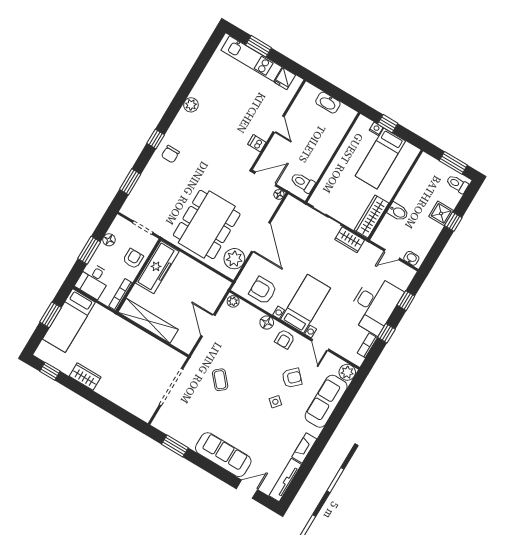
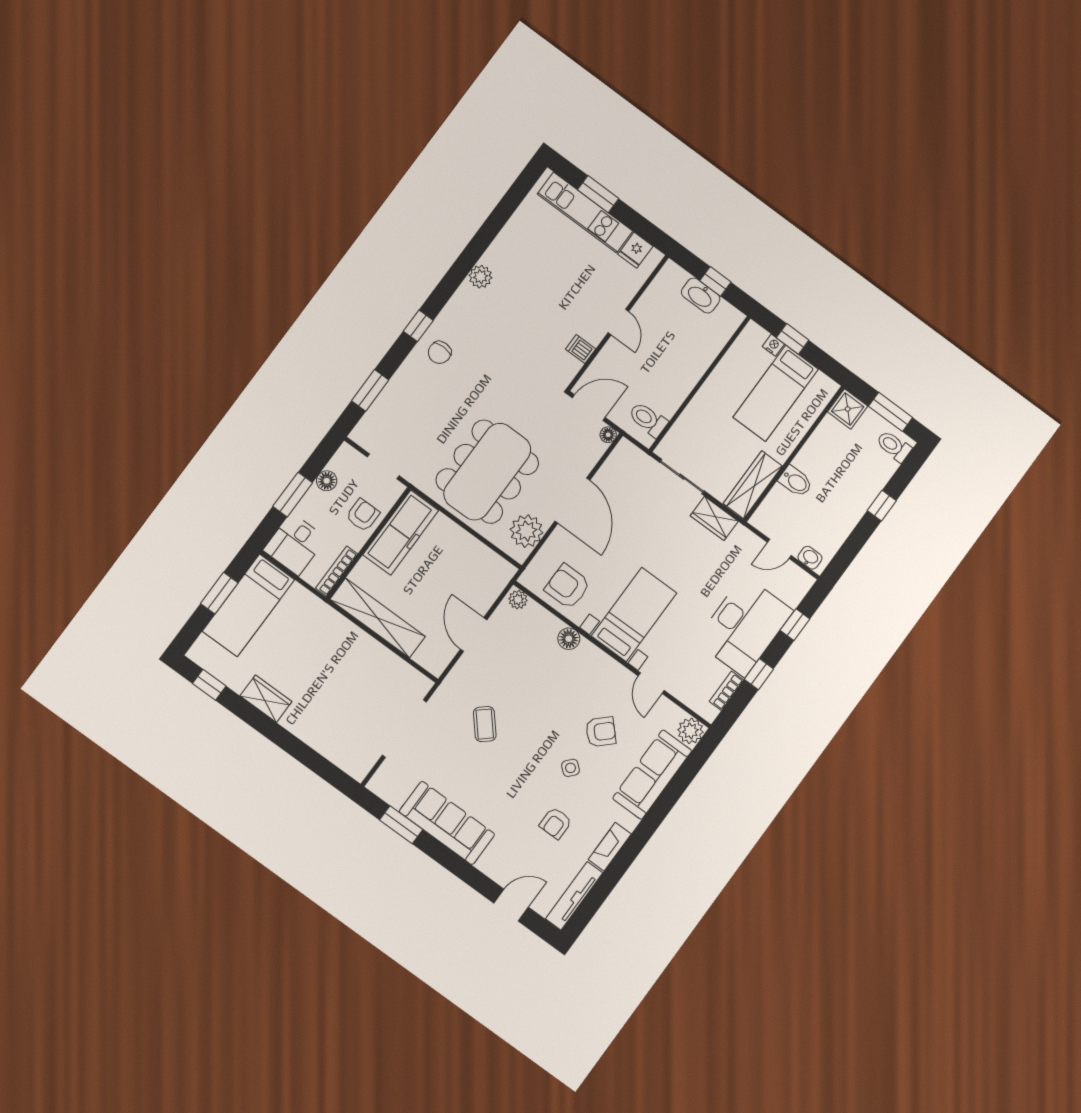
window: (336, 93) -> (715, 281), added
shower: (441, 213) -> (848, 409), moved
armchair: (285, 339) -> (556, 823), moved
sofa: (223, 455) -> (447, 823), moved

